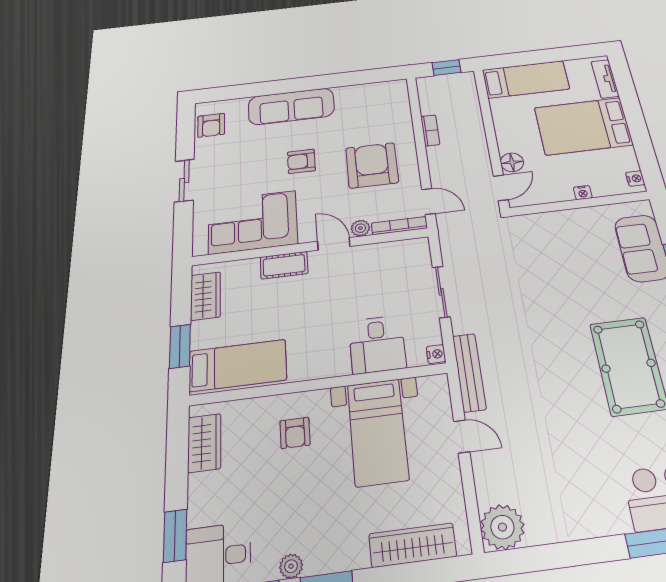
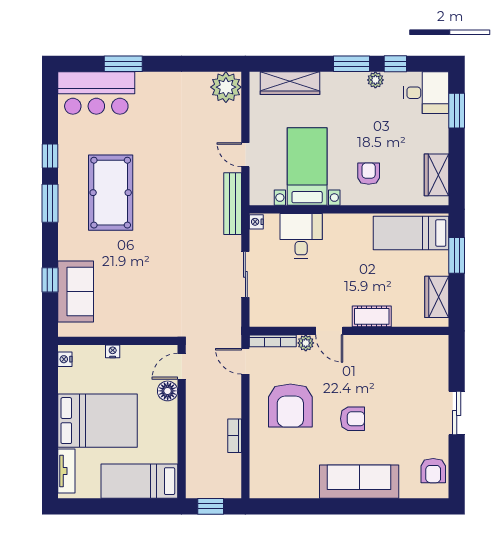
armchair: (211, 125) -> (433, 471), turned 180
corner sofa: (253, 222) -> (397, 362), removed

